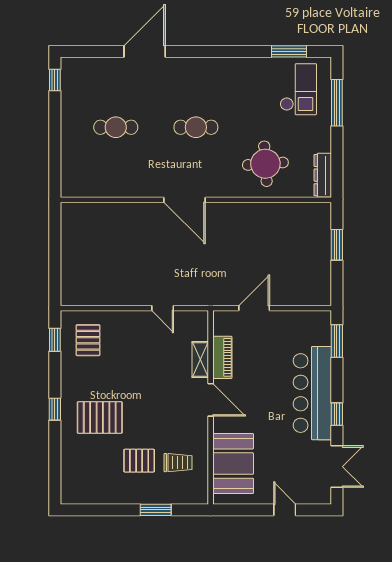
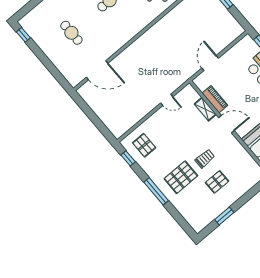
cafe table: (116, 127) -> (71, 33), turned 90
door: (184, 200) -> (97, 70), moved
window: (55, 409) -> (156, 191), width x2.17
trolley: (178, 463) -> (205, 159), moved
window: (156, 510) -> (224, 216), moved

